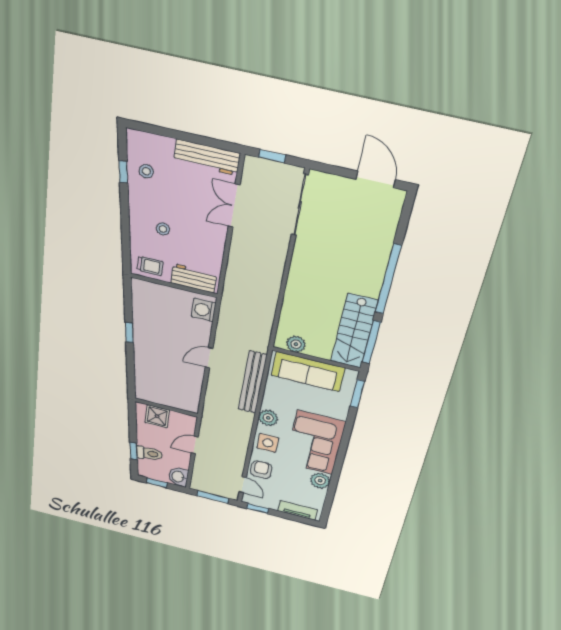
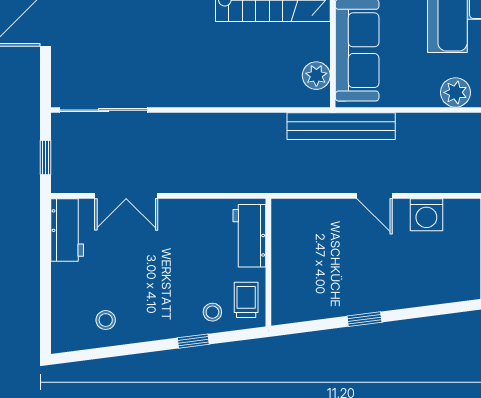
workbench: (207, 157) -> (67, 230), width x0.73
window: (123, 172) -> (193, 341), moved
stool: (163, 229) -> (212, 312), moved
washing machine: (204, 310) -> (426, 215), moved
bench: (253, 382) -> (341, 126), moved

